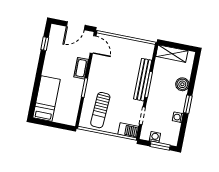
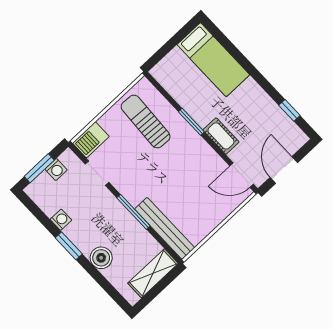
bench: (143, 80) -> (165, 228), moved

